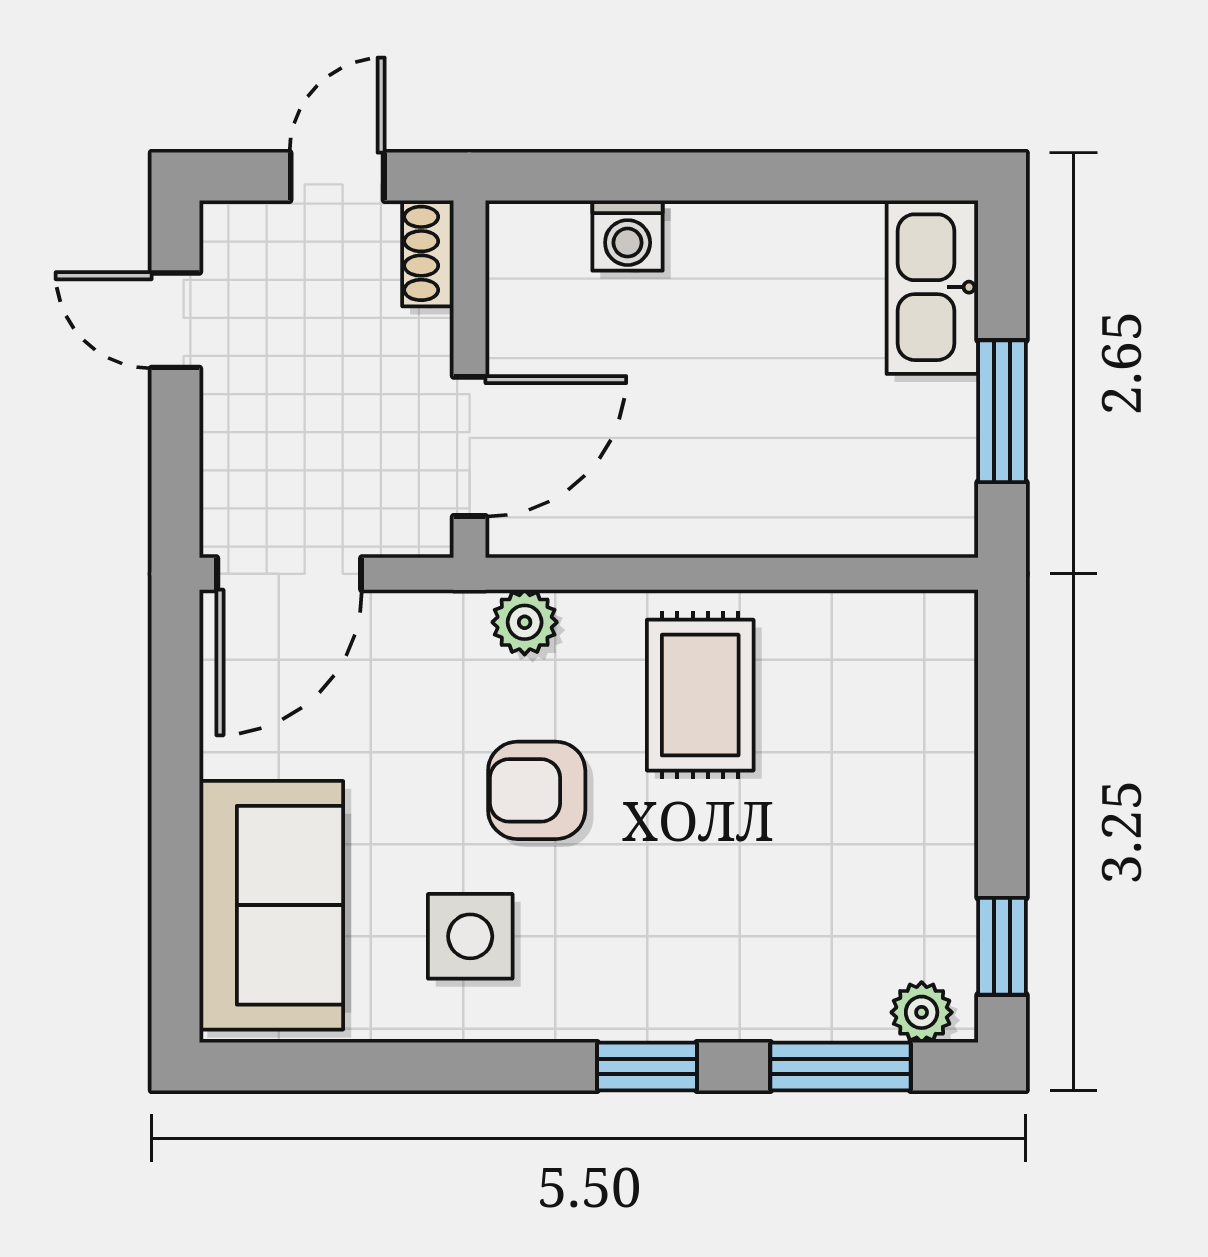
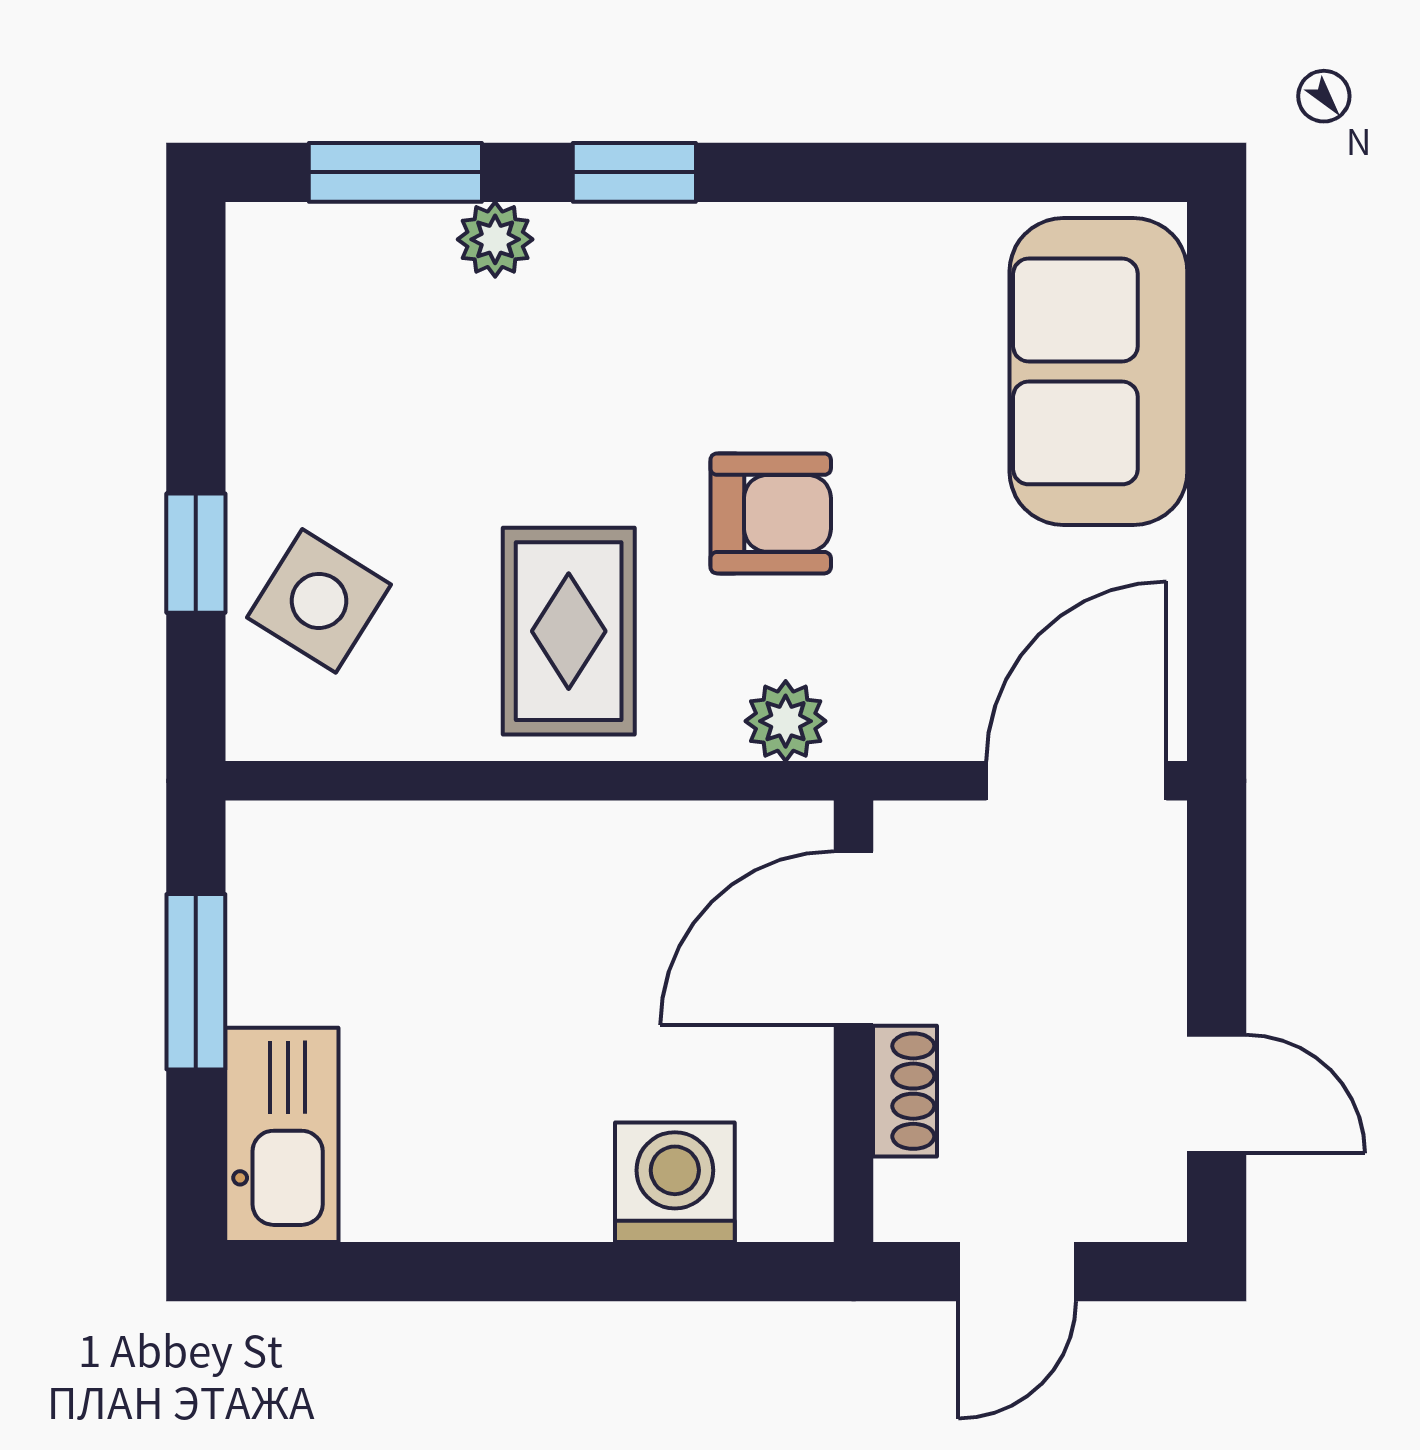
washing machine: (628, 236) -> (675, 1182), width x1.38, depth x1.38
shoe rack: (428, 253) -> (905, 1091), moved
side table: (470, 936) -> (319, 601), moved, turned 32
window: (1002, 946) -> (196, 553), moved
plant: (922, 1012) -> (495, 239), moved

